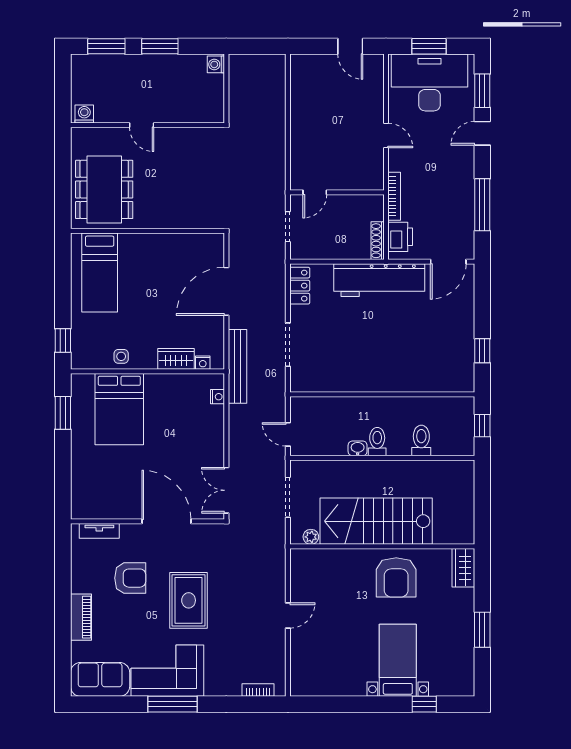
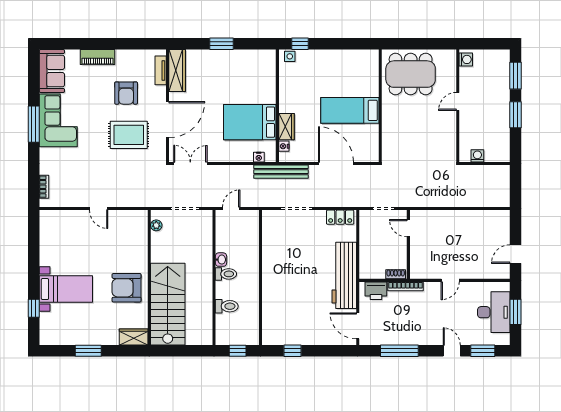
washing machine: (216, 64) -> (477, 156), moved
desk: (429, 82) -> (494, 312), width x0.73, depth x0.77
shoe rack: (378, 241) -> (396, 274), moved, width x0.70
bed: (100, 272) -> (350, 110), moved
side table: (121, 356) -> (290, 56), moved
bed: (119, 409) -> (250, 122), moved
window: (63, 413) -> (222, 44), moved
wardrobe: (99, 508) -> (177, 71), added
stairs: (376, 521) -> (168, 304), moved
rug: (189, 600) -> (129, 135), moved

